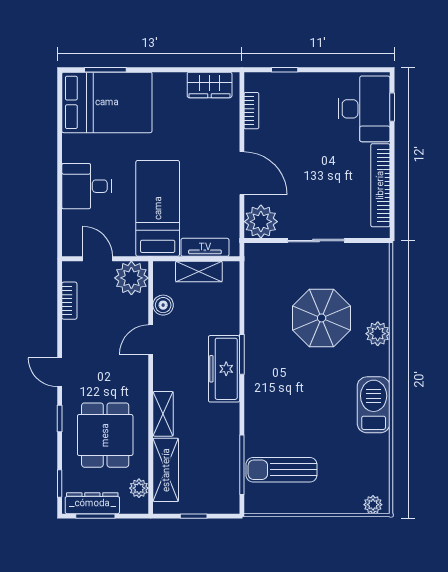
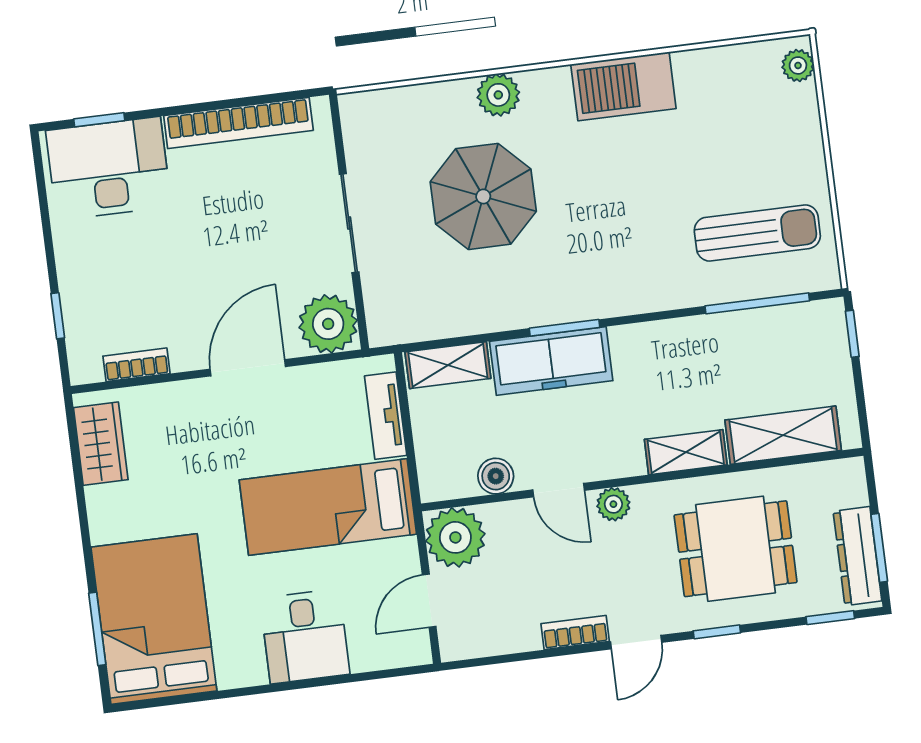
shelving: (199, 271) -> (448, 365), moved, turned 90
bookcase: (69, 301) -> (575, 632), moved
freezer: (224, 369) -> (551, 361), moved
sun lounger: (281, 470) -> (757, 233), turned -90
plant: (139, 488) -> (613, 504), moved
window: (194, 516) -> (852, 334), moved

